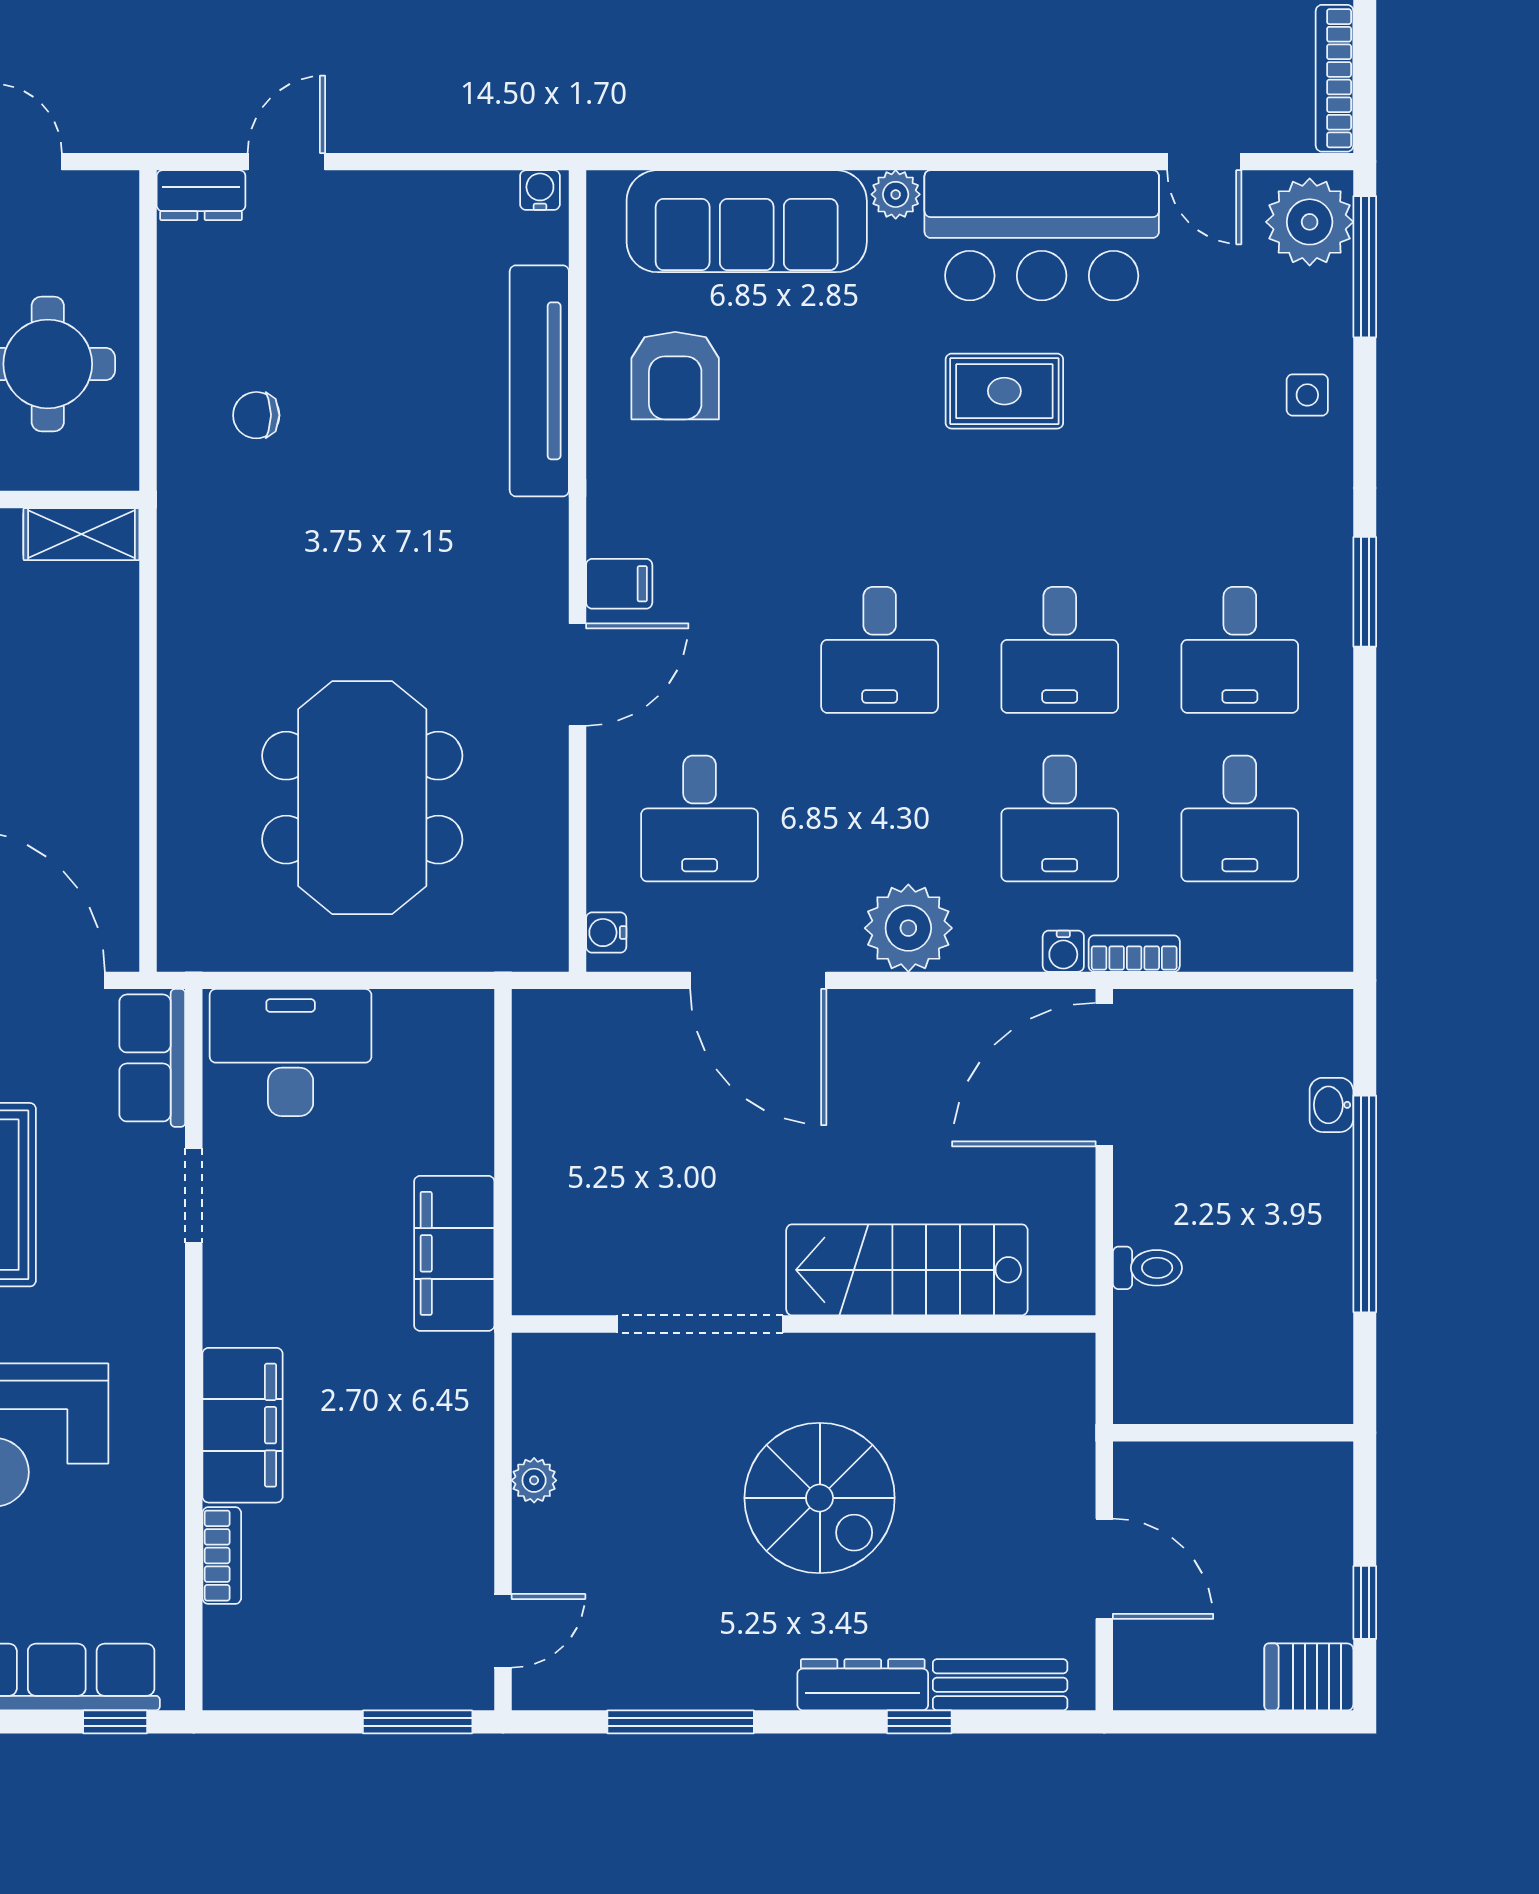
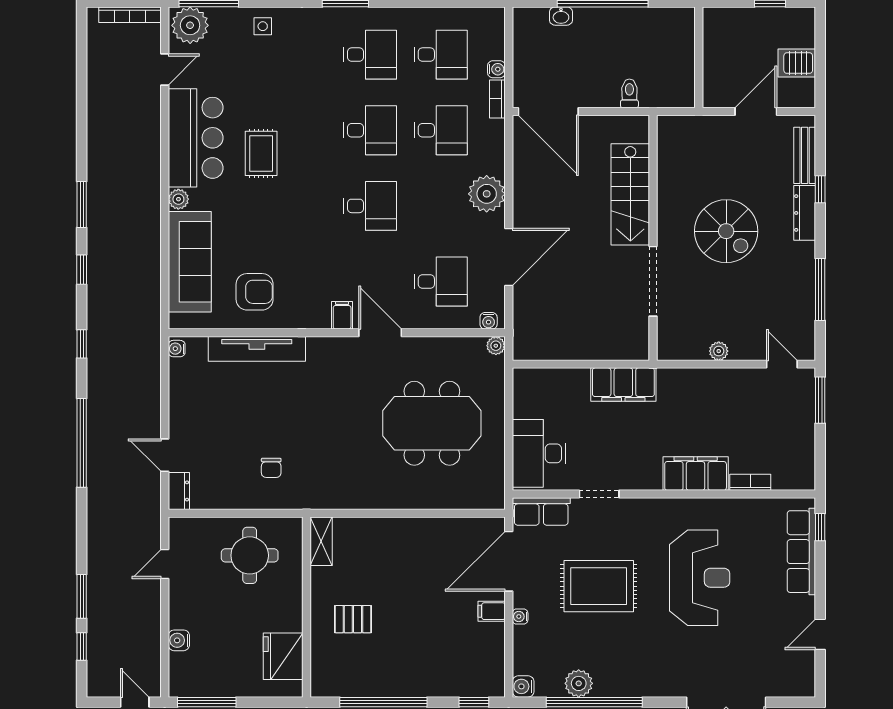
plant: (547, 950) -> (496, 346), added
water cooler: (1063, 951) -> (496, 69), moved
spiral stairs: (820, 1498) -> (726, 231), turned 90
server rack: (1309, 1677) -> (797, 63), moved, turned 90

